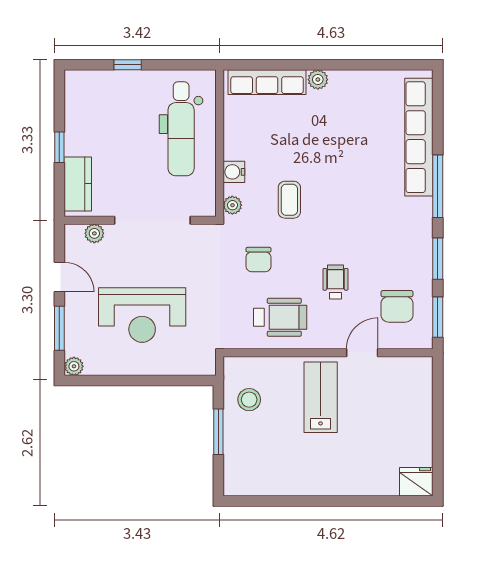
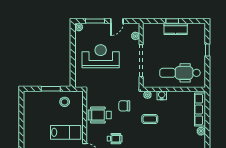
kitchen counter: (78, 184) -> (176, 29), moved
reception desk: (142, 315) -> (101, 56), turned 90
wheelchair: (280, 317) -> (100, 115), turned 90

